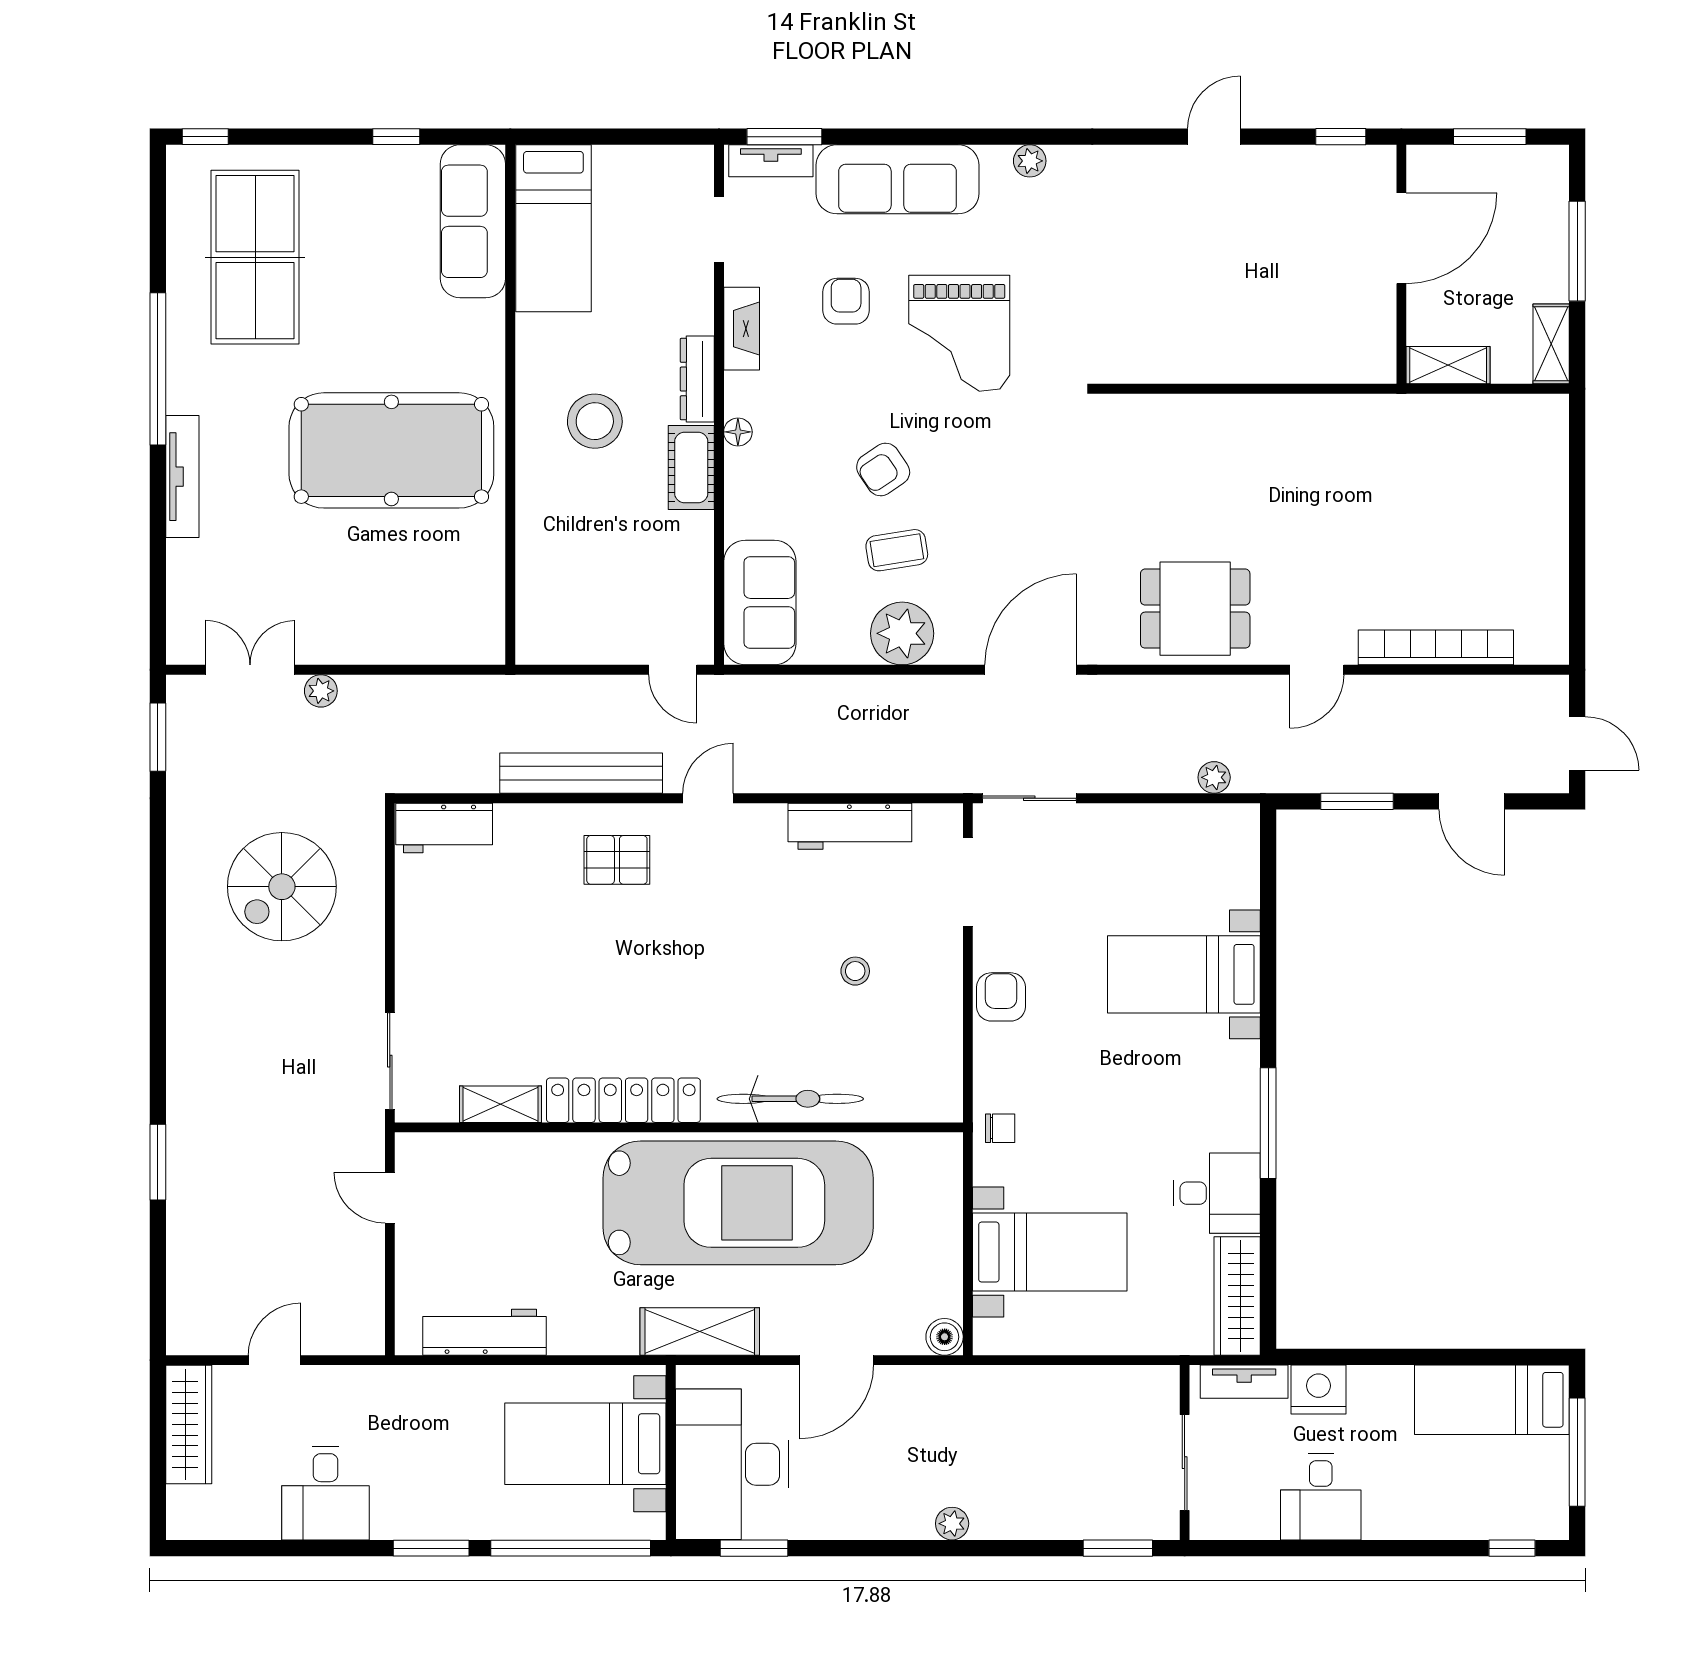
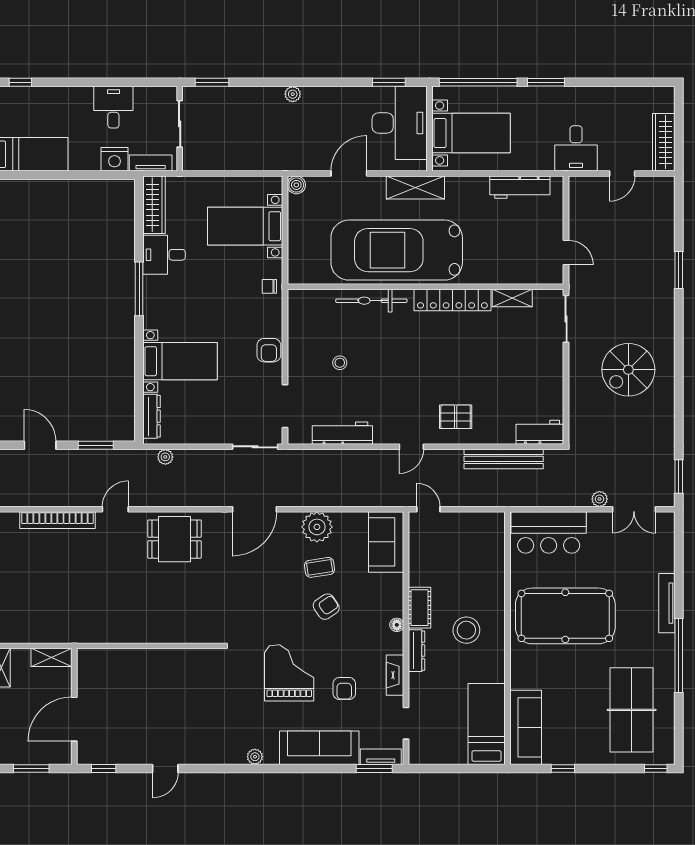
bar counter: (426, 622) -> (549, 532), added
bench: (581, 773) -> (504, 459), moved
dresser: (1242, 861) -> (152, 416), added
spiral stairs: (282, 887) -> (628, 370), moved, turned 180
desk: (326, 1493) -> (576, 148), moved, turned 180

